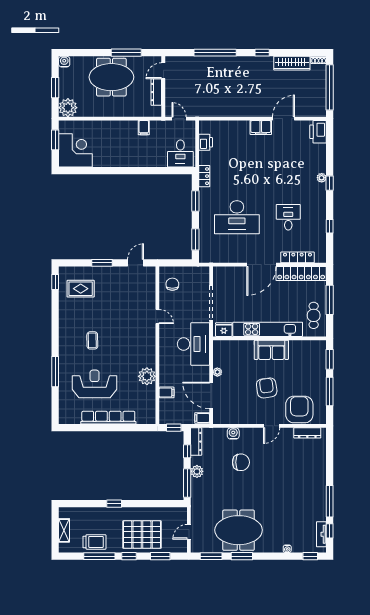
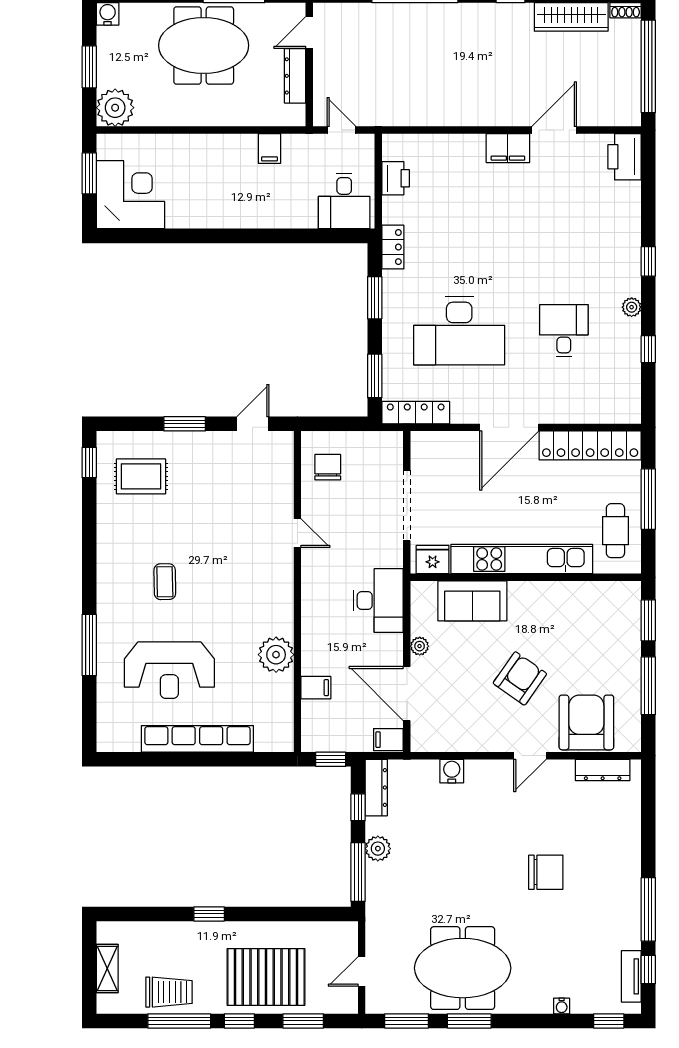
plant: (322, 178) -> (632, 307), moved
locker: (297, 257) -> (416, 413), moved
desk: (193, 344) -> (378, 601), width x0.73, depth x0.77
sofa: (271, 350) -> (472, 601), moved
reception desk: (95, 384) -> (169, 670), turned 180
armchair: (267, 388) -> (520, 678), turned 43
chair: (241, 462) -> (546, 872), moved

